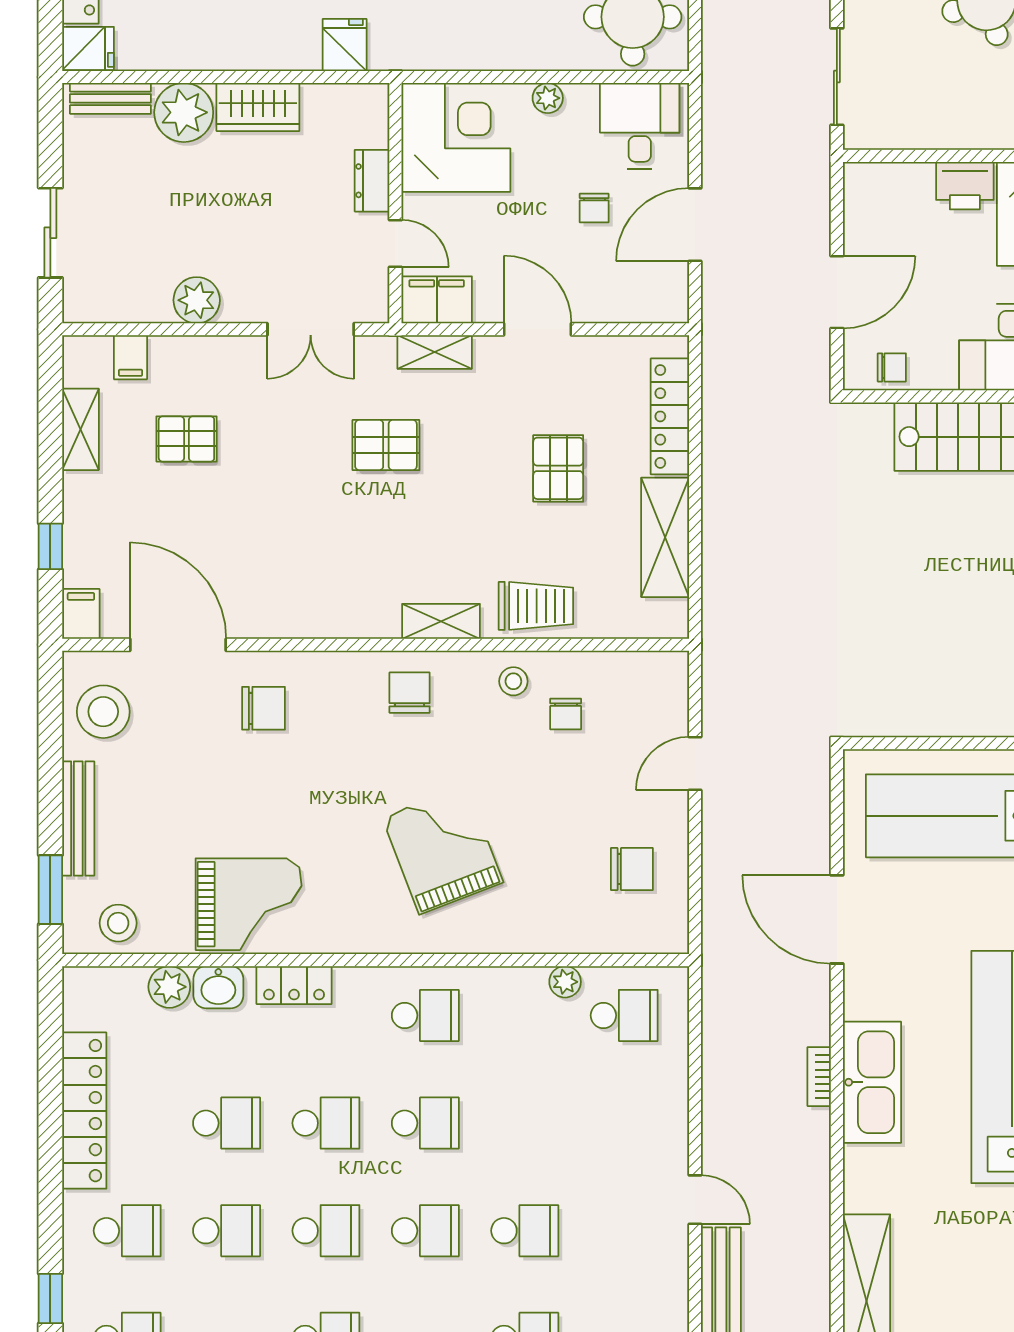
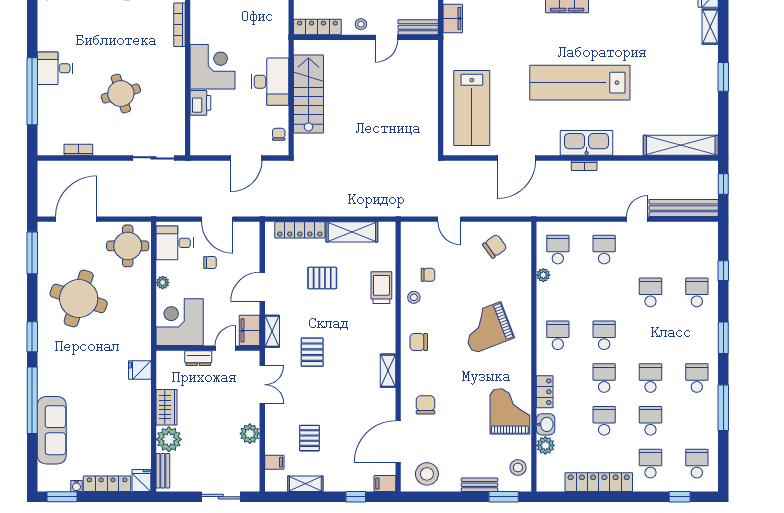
door: (837, 292) -> (246, 158), swing flipped
shelving: (441, 621) -> (388, 371), moved
bench: (78, 818) -> (480, 485), width x0.73
chair: (632, 869) -> (495, 246), turned 54
school desk: (425, 1231) -> (604, 250), moved

